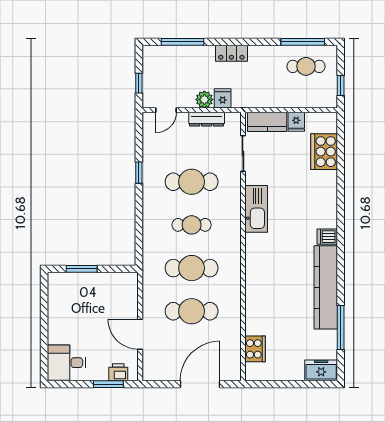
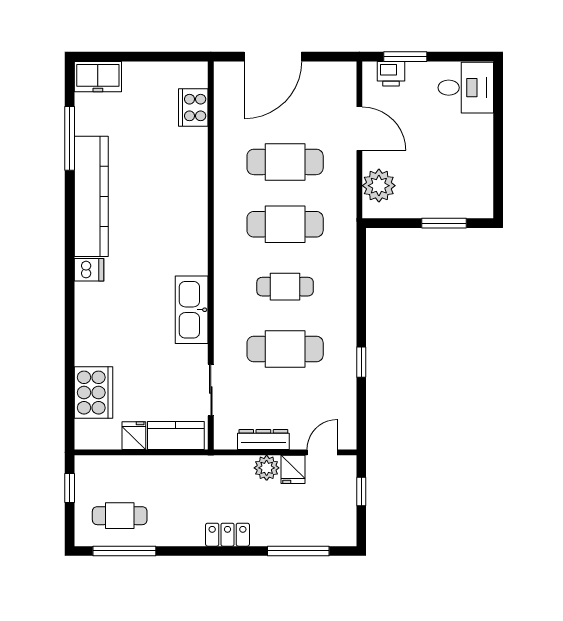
fridge: (223, 98) -> (293, 469), moved
plant: (127, 295) -> (379, 186), added

